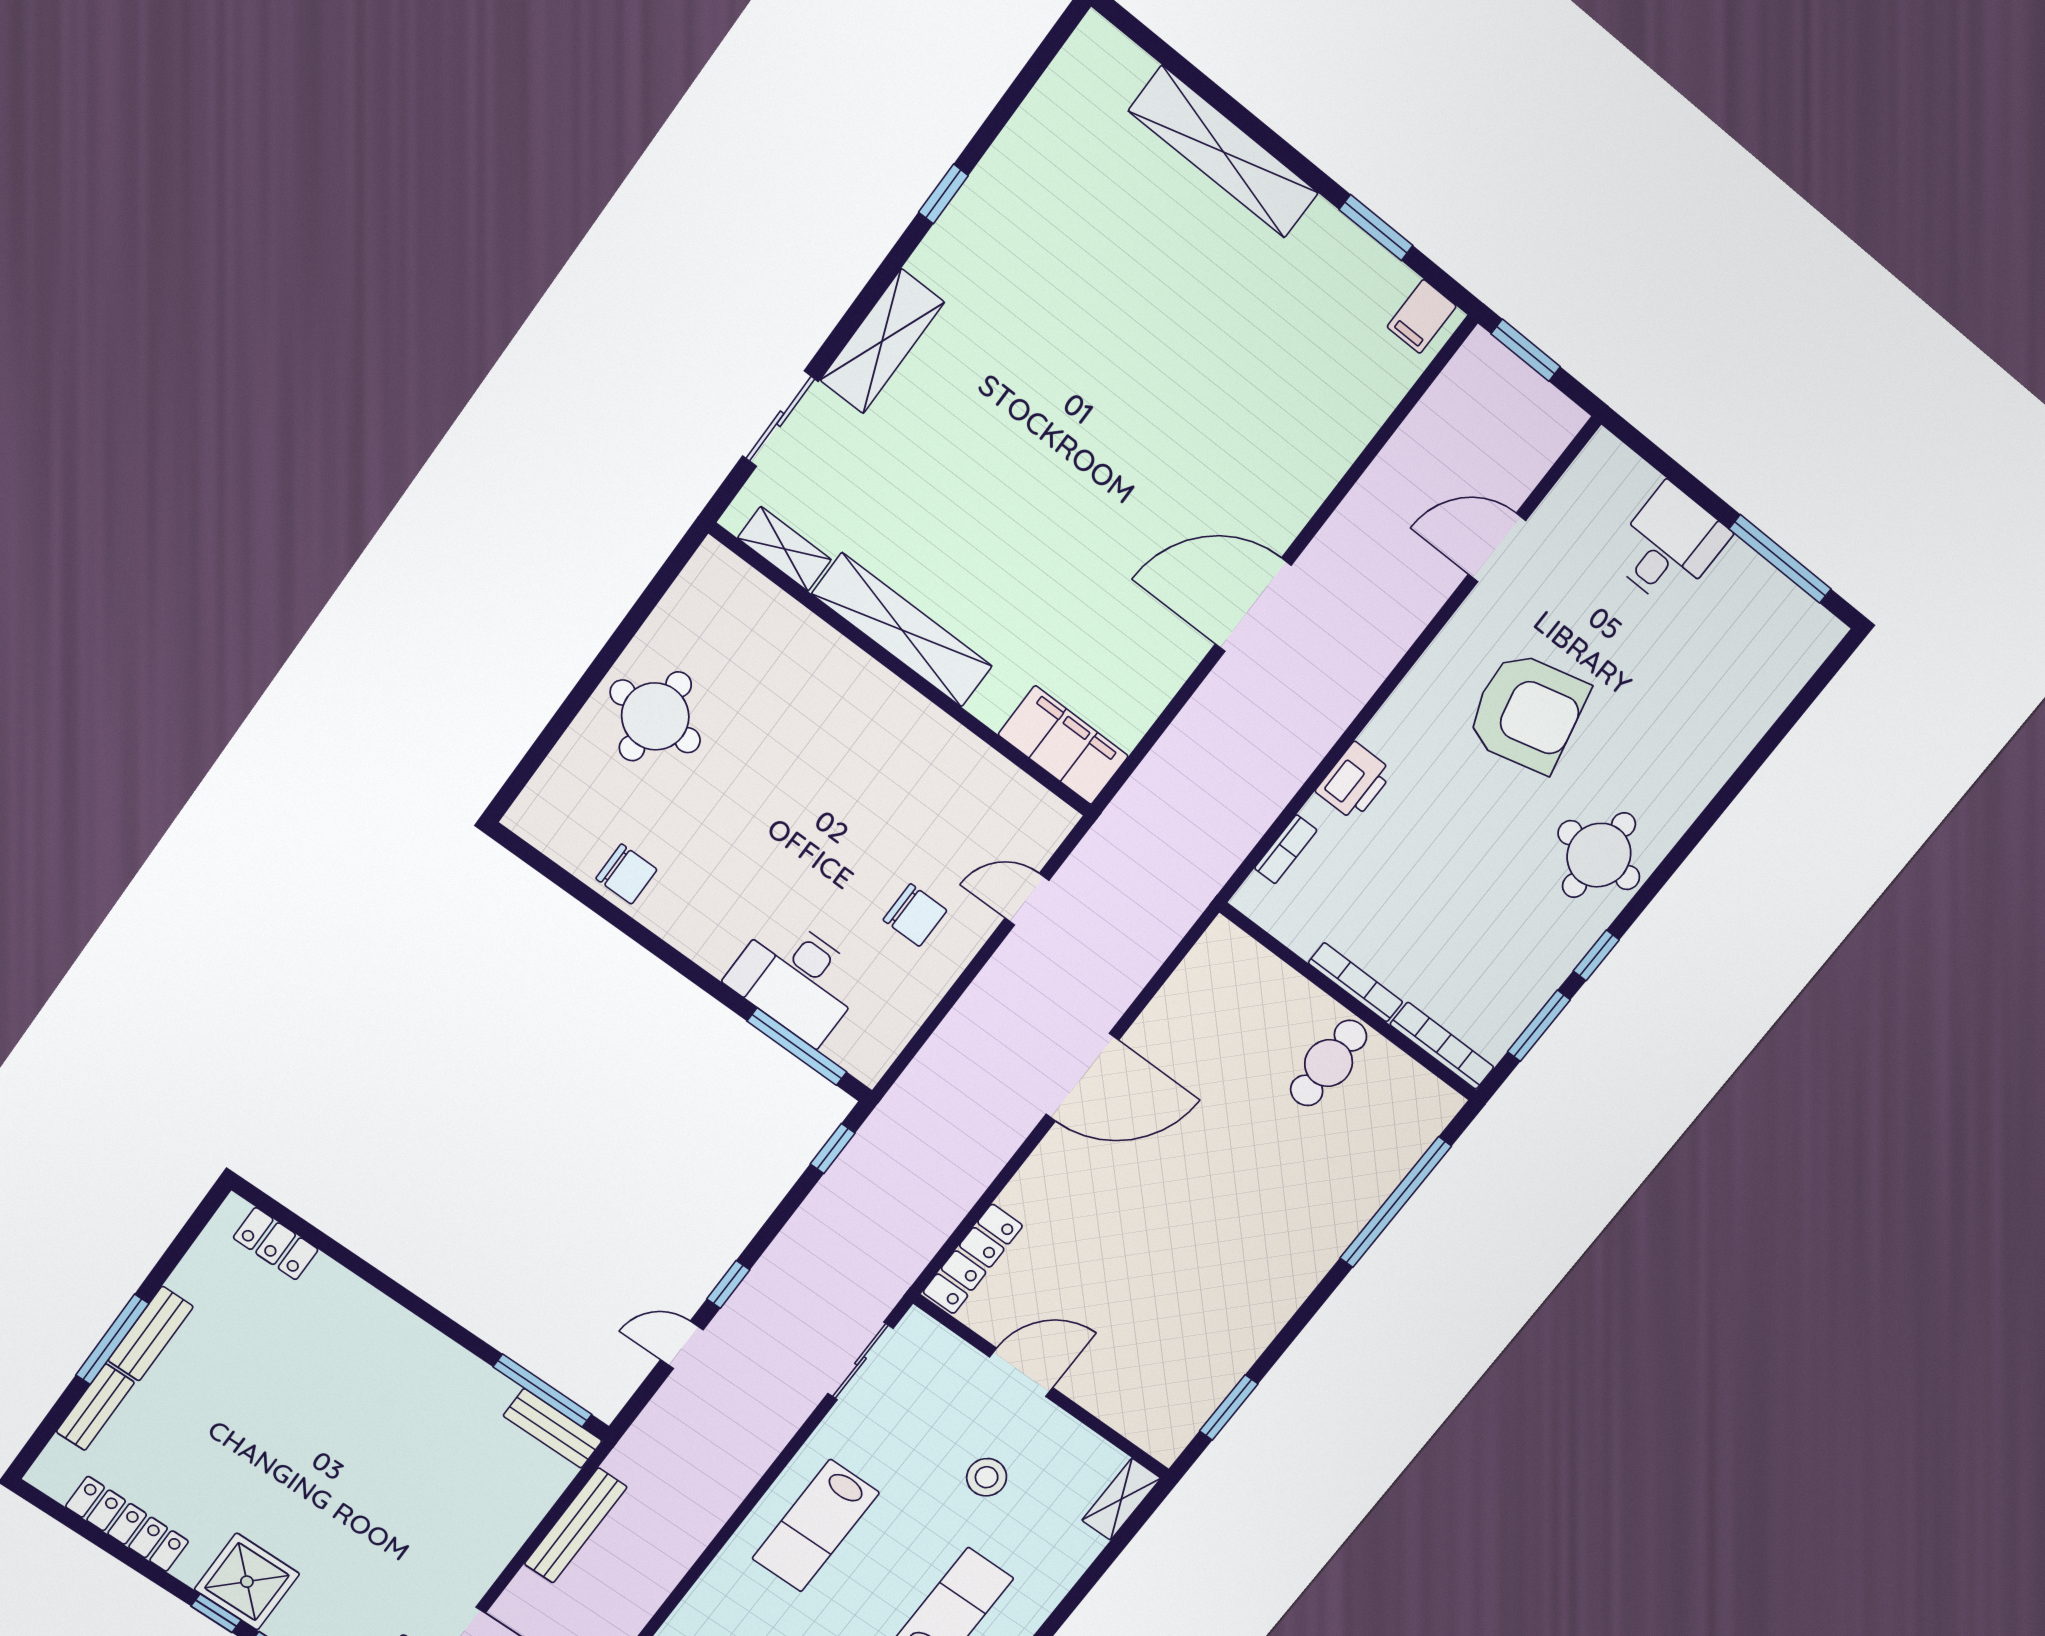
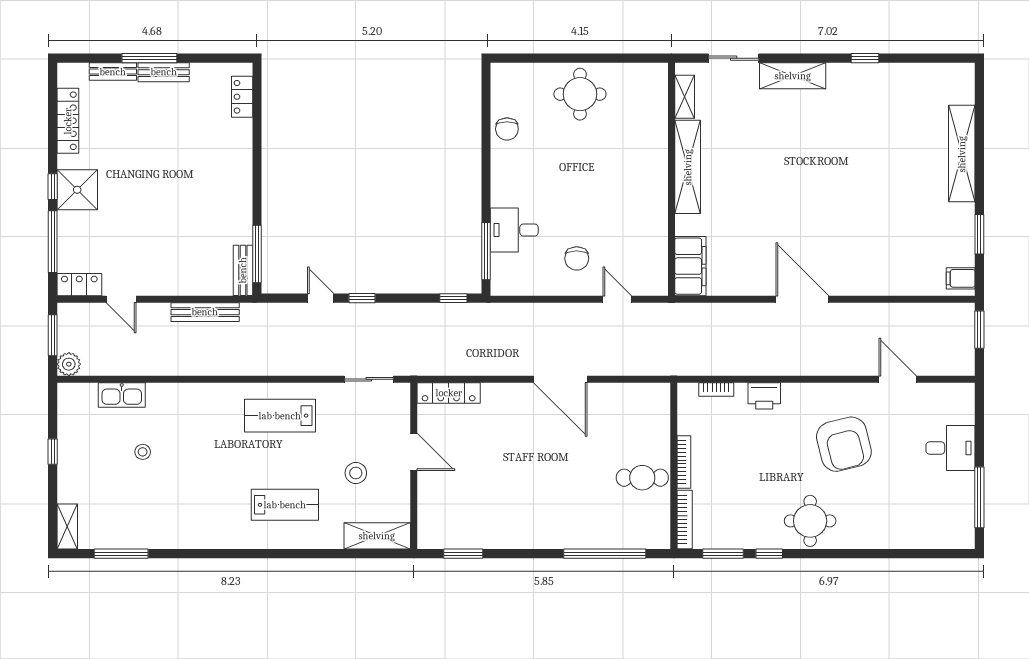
desk: (797, 979) -> (514, 230), width x0.73
shelving: (1121, 1499) -> (377, 536), width x1.50, depth x1.33

